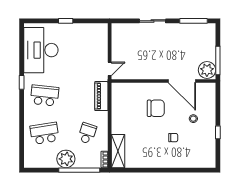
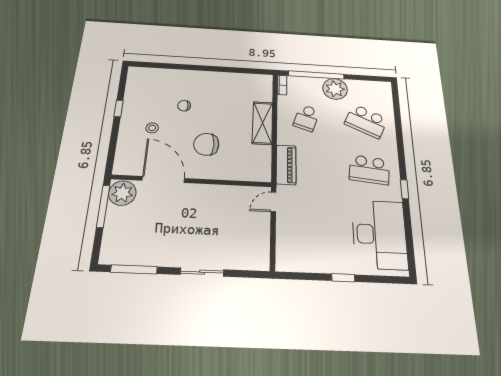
school desk: (45, 133) -> (366, 121), turned 33
shelving: (118, 151) -> (263, 123), moved

